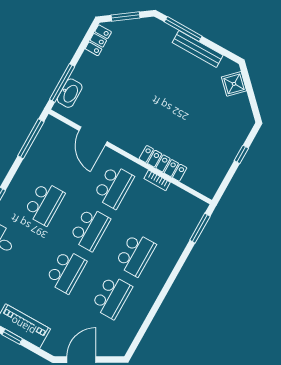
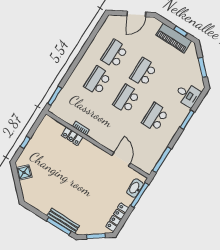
locker: (98, 40) -> (117, 217), width x1.53
bench: (198, 49) -> (63, 221), moved
shower: (234, 84) -> (24, 172), moved
locker: (163, 163) -> (72, 136), width x0.66
school desk: (114, 187) -> (110, 126), removed

